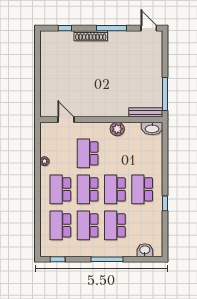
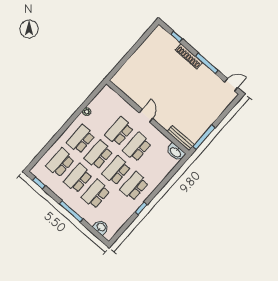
door: (149, 28) -> (231, 85), hinge flipped
door: (66, 120) -> (146, 116), moved
plant: (117, 129) -> (153, 132), removed
school desk: (115, 153) -> (137, 147), added

